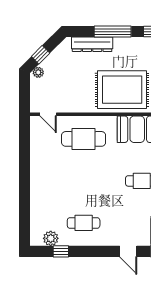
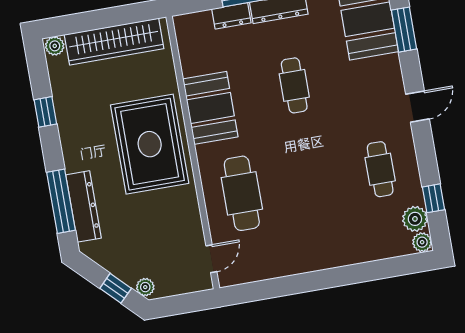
window: (113, 32) -> (61, 201), moved
plant: (36, 240) -> (422, 242), added
door: (128, 251) -> (417, 107), moved

